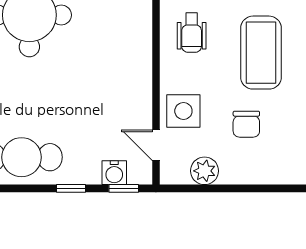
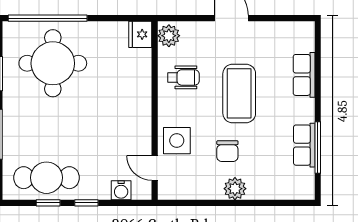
wheelchair: (192, 33) -> (183, 77), turned -90
plant: (205, 171) -> (235, 189), moved
window: (124, 188) -> (48, 203), moved

